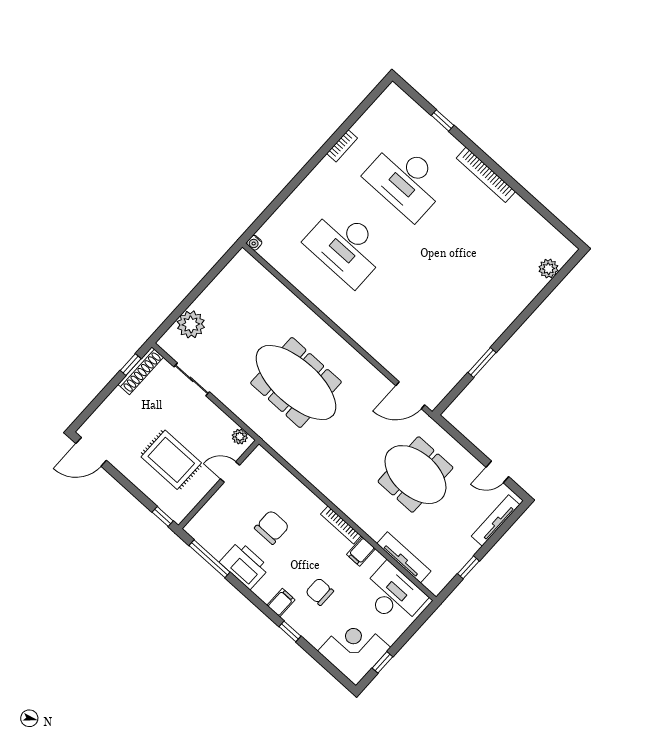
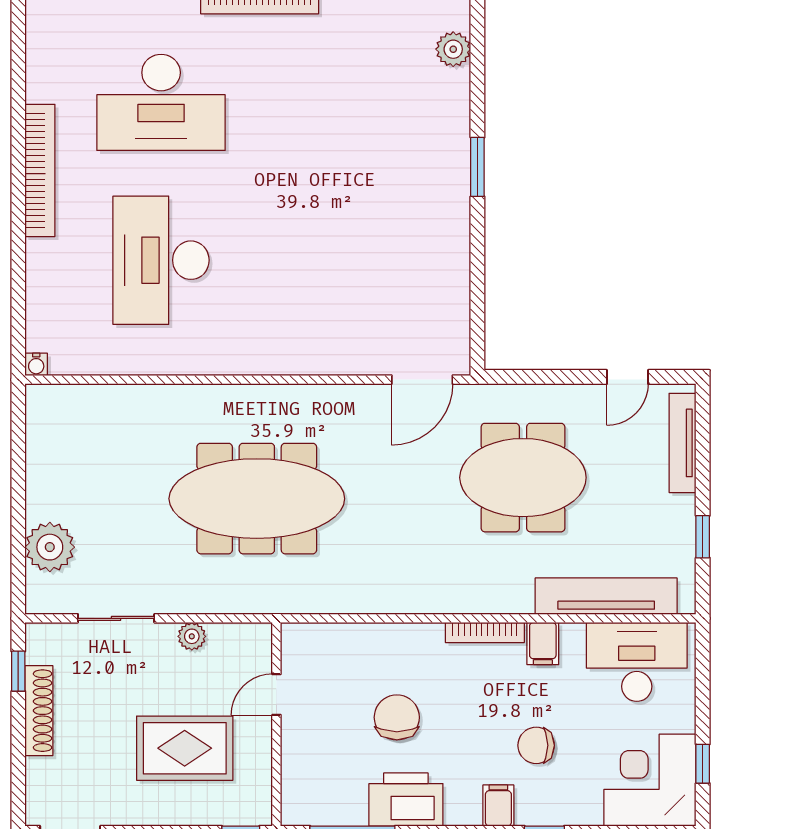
bookcase: (342, 146) -> (40, 170), width x2.31, depth x1.31
desk: (346, 246) -> (161, 260), turned 90
window: (482, 363) -> (477, 167), moved
shoe rack: (141, 371) -> (39, 711), moved
plant: (240, 437) -> (192, 636), moved
tv unit: (404, 557) -> (606, 596), width x1.36, depth x1.29

